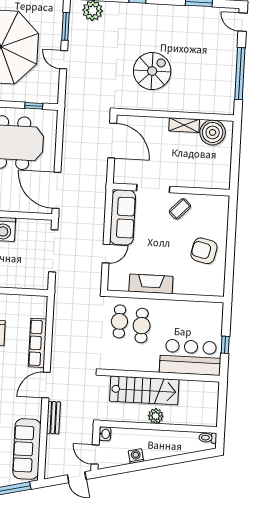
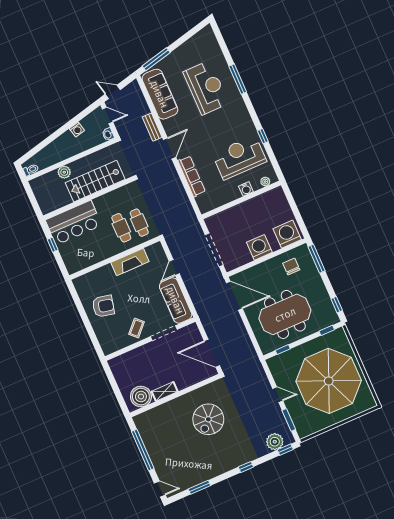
plant: (156, 416) -> (64, 172), moved

